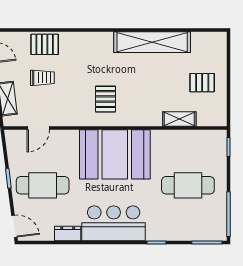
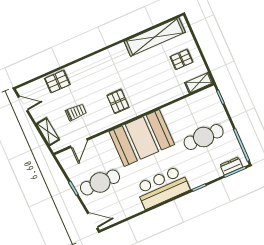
shelving: (152, 42) -> (155, 37), moved
trolley: (42, 78) -> (76, 112), moved
shelving: (179, 119) -> (199, 83), moved
dresser: (68, 234) -> (231, 166), moved

